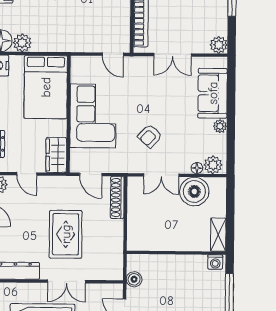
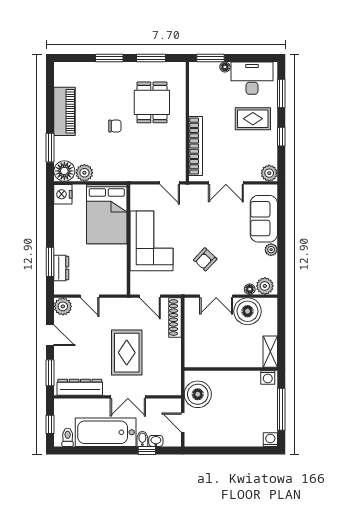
wardrobe: (56, 155) -> (117, 278), removed
boiler: (134, 279) -> (198, 394), width x1.86, depth x1.86

